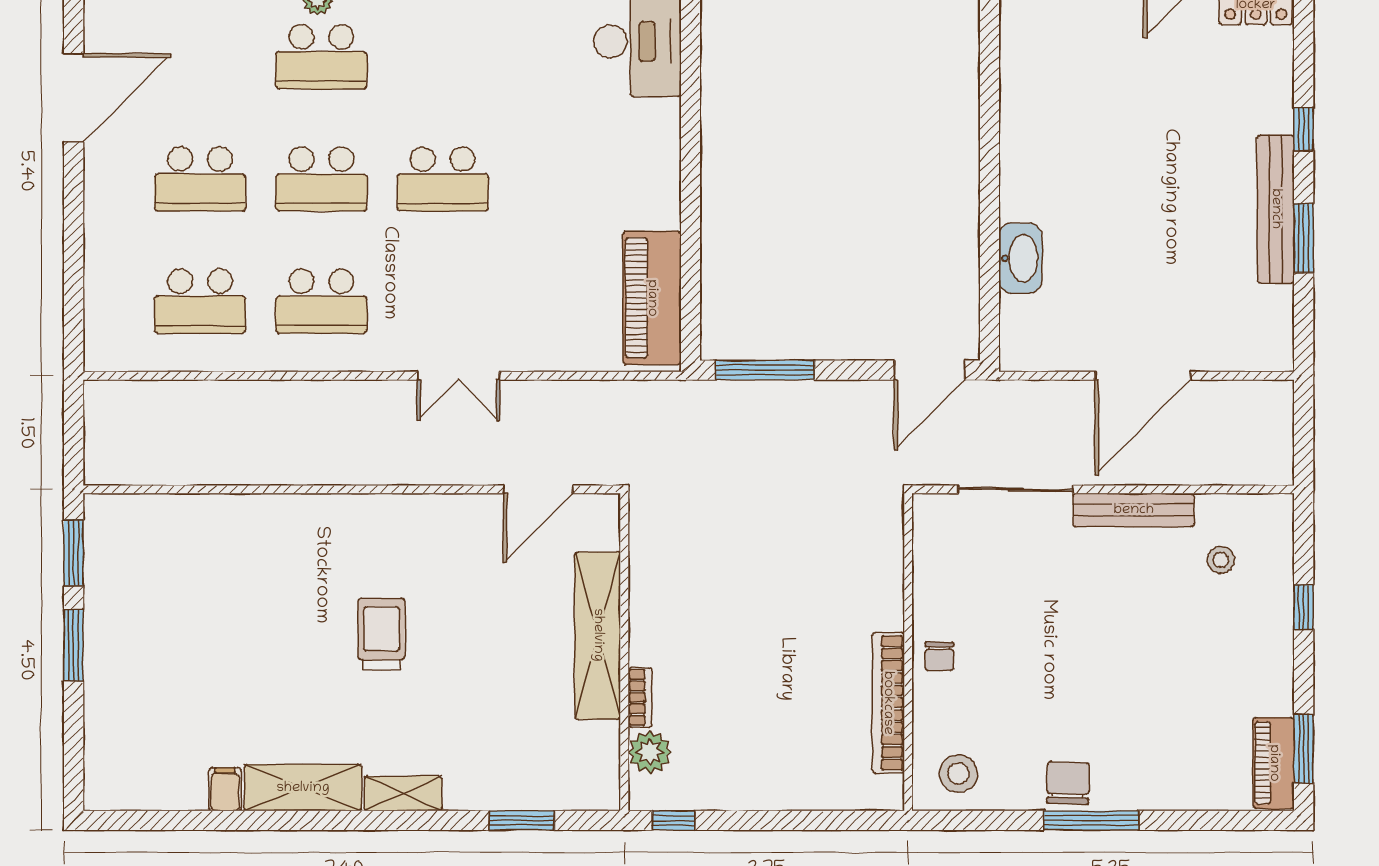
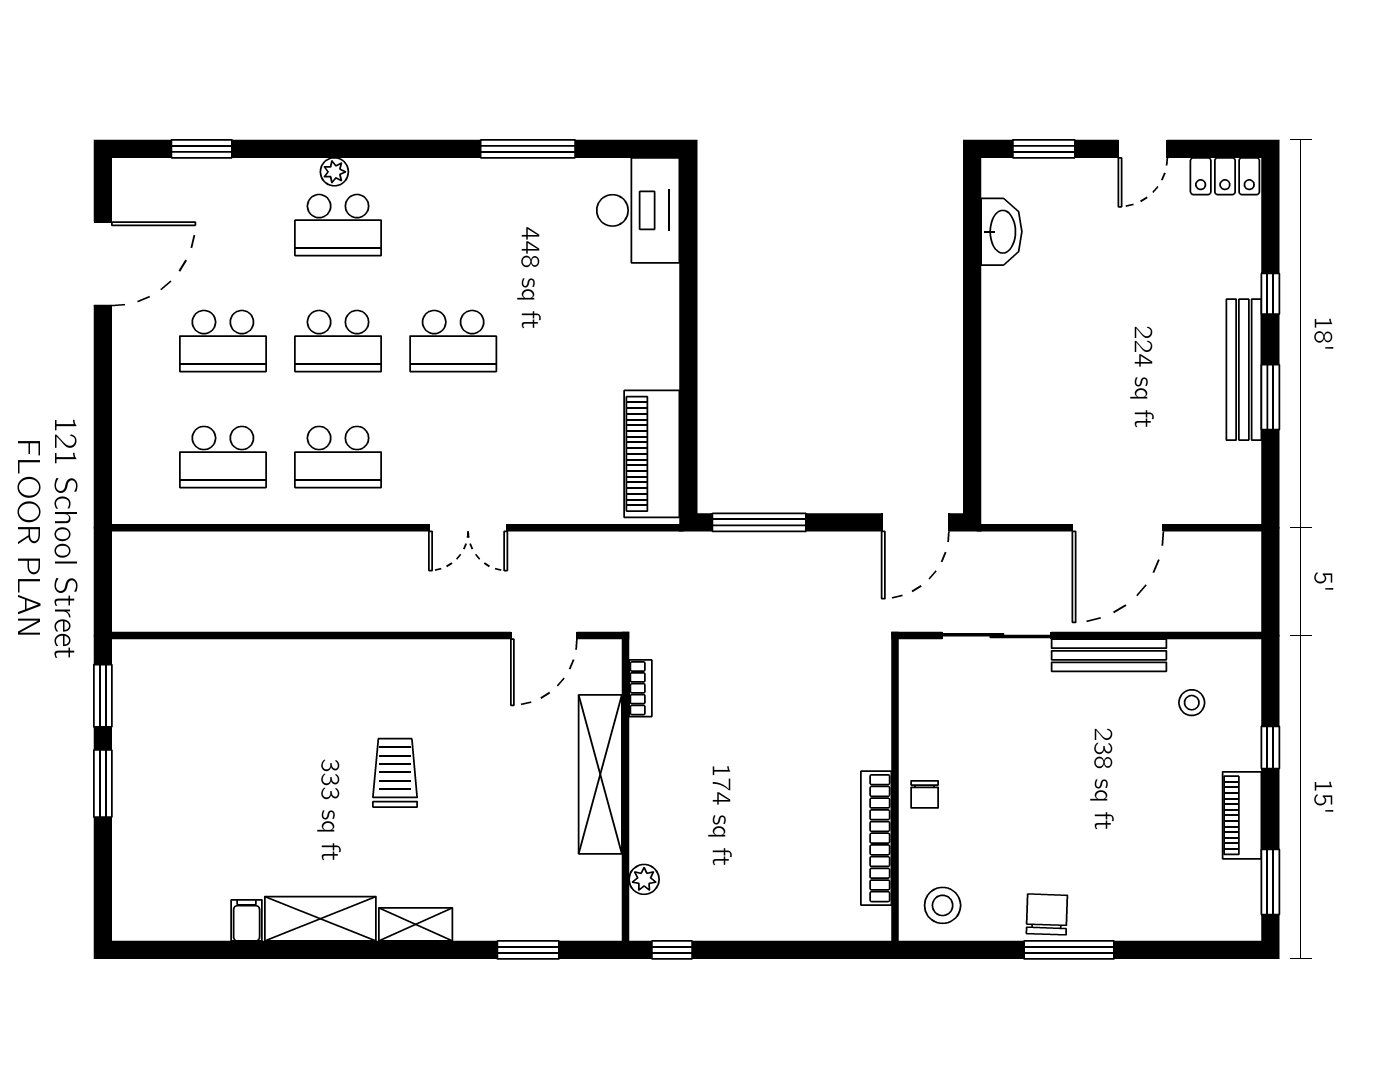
washbasin: (1020, 258) -> (1002, 232), moved
bookcase: (640, 697) -> (640, 688), moved
plant: (650, 752) -> (644, 879), width x0.73, depth x0.73
piano: (1274, 763) -> (1242, 815), moved

